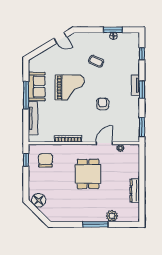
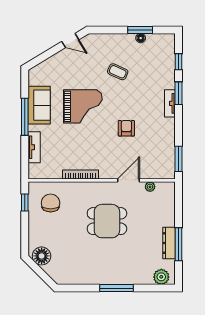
window: (142, 90) -> (179, 93), moved
tv unit: (33, 118) -> (34, 147), width x0.71
dining table: (88, 174) -> (107, 221), turned 90
window: (142, 191) -> (179, 244), added
plant: (112, 216) -> (161, 277), moved

